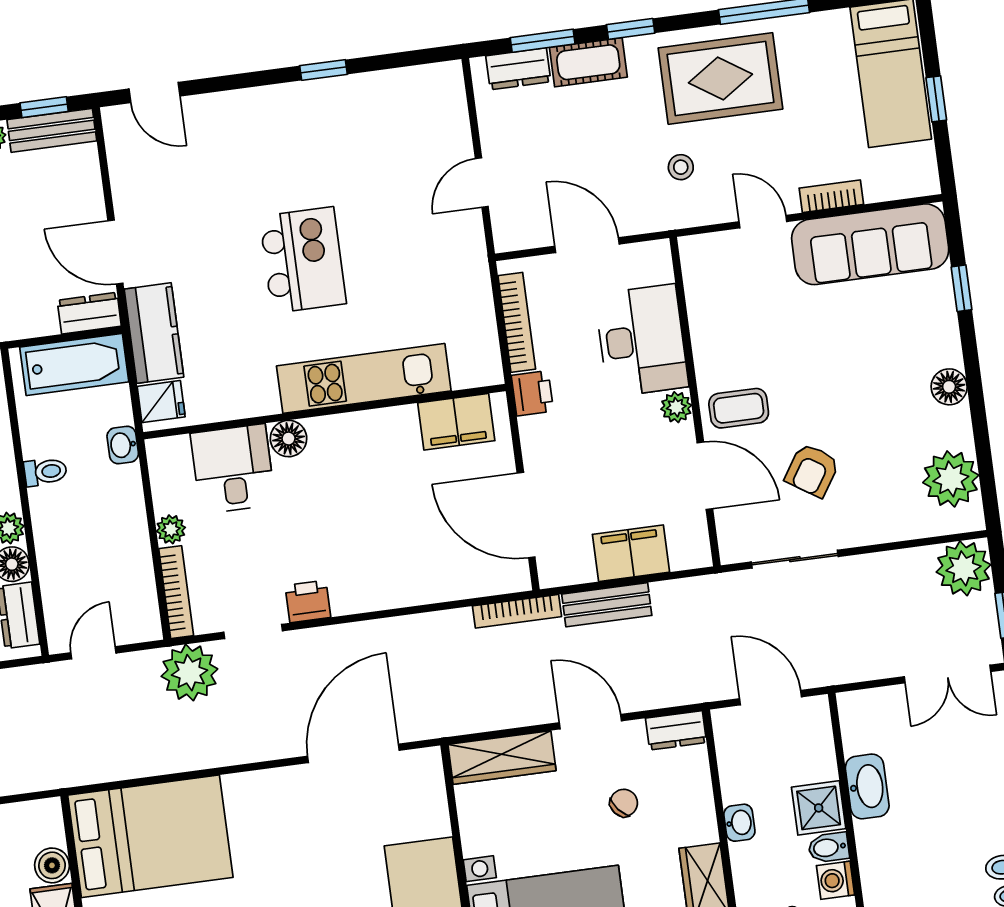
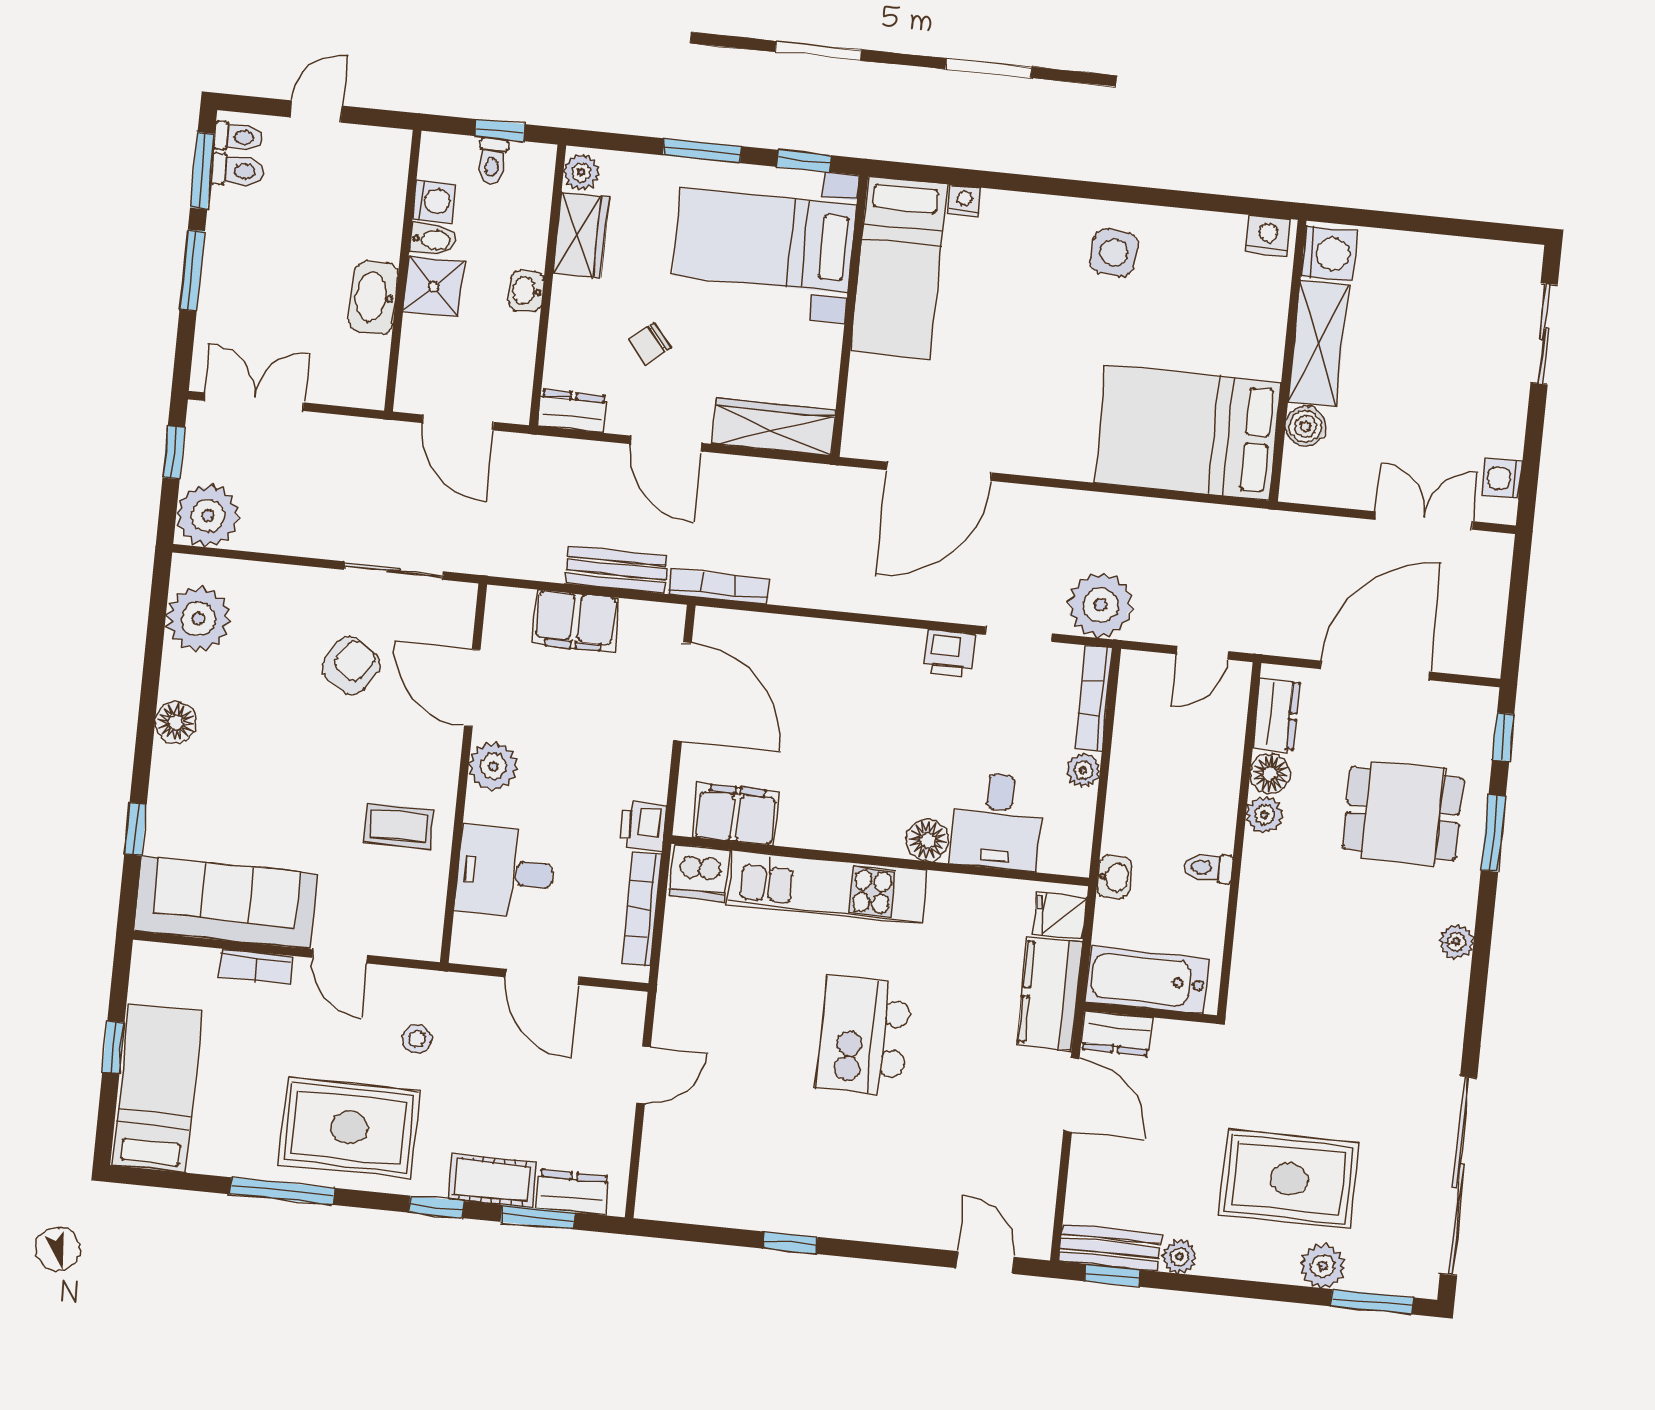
desk: (642, 340) -> (505, 872), width x0.73
dishwasher: (475, 365) -> (699, 873), added
plant: (676, 407) -> (493, 766), width x1.38, depth x1.38
coffee table: (739, 408) -> (399, 826), moved

